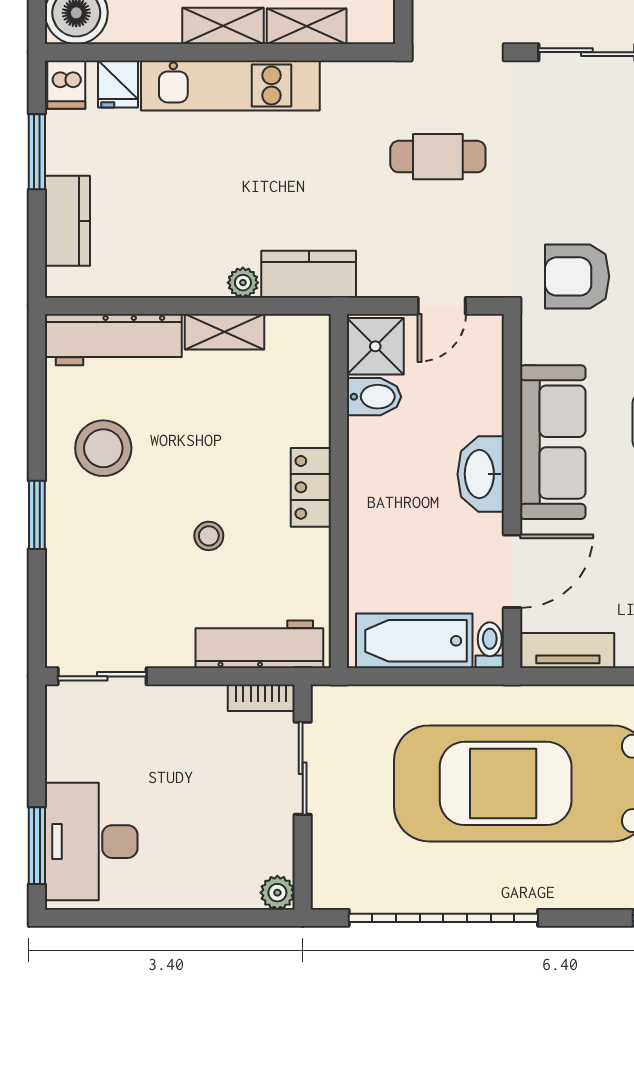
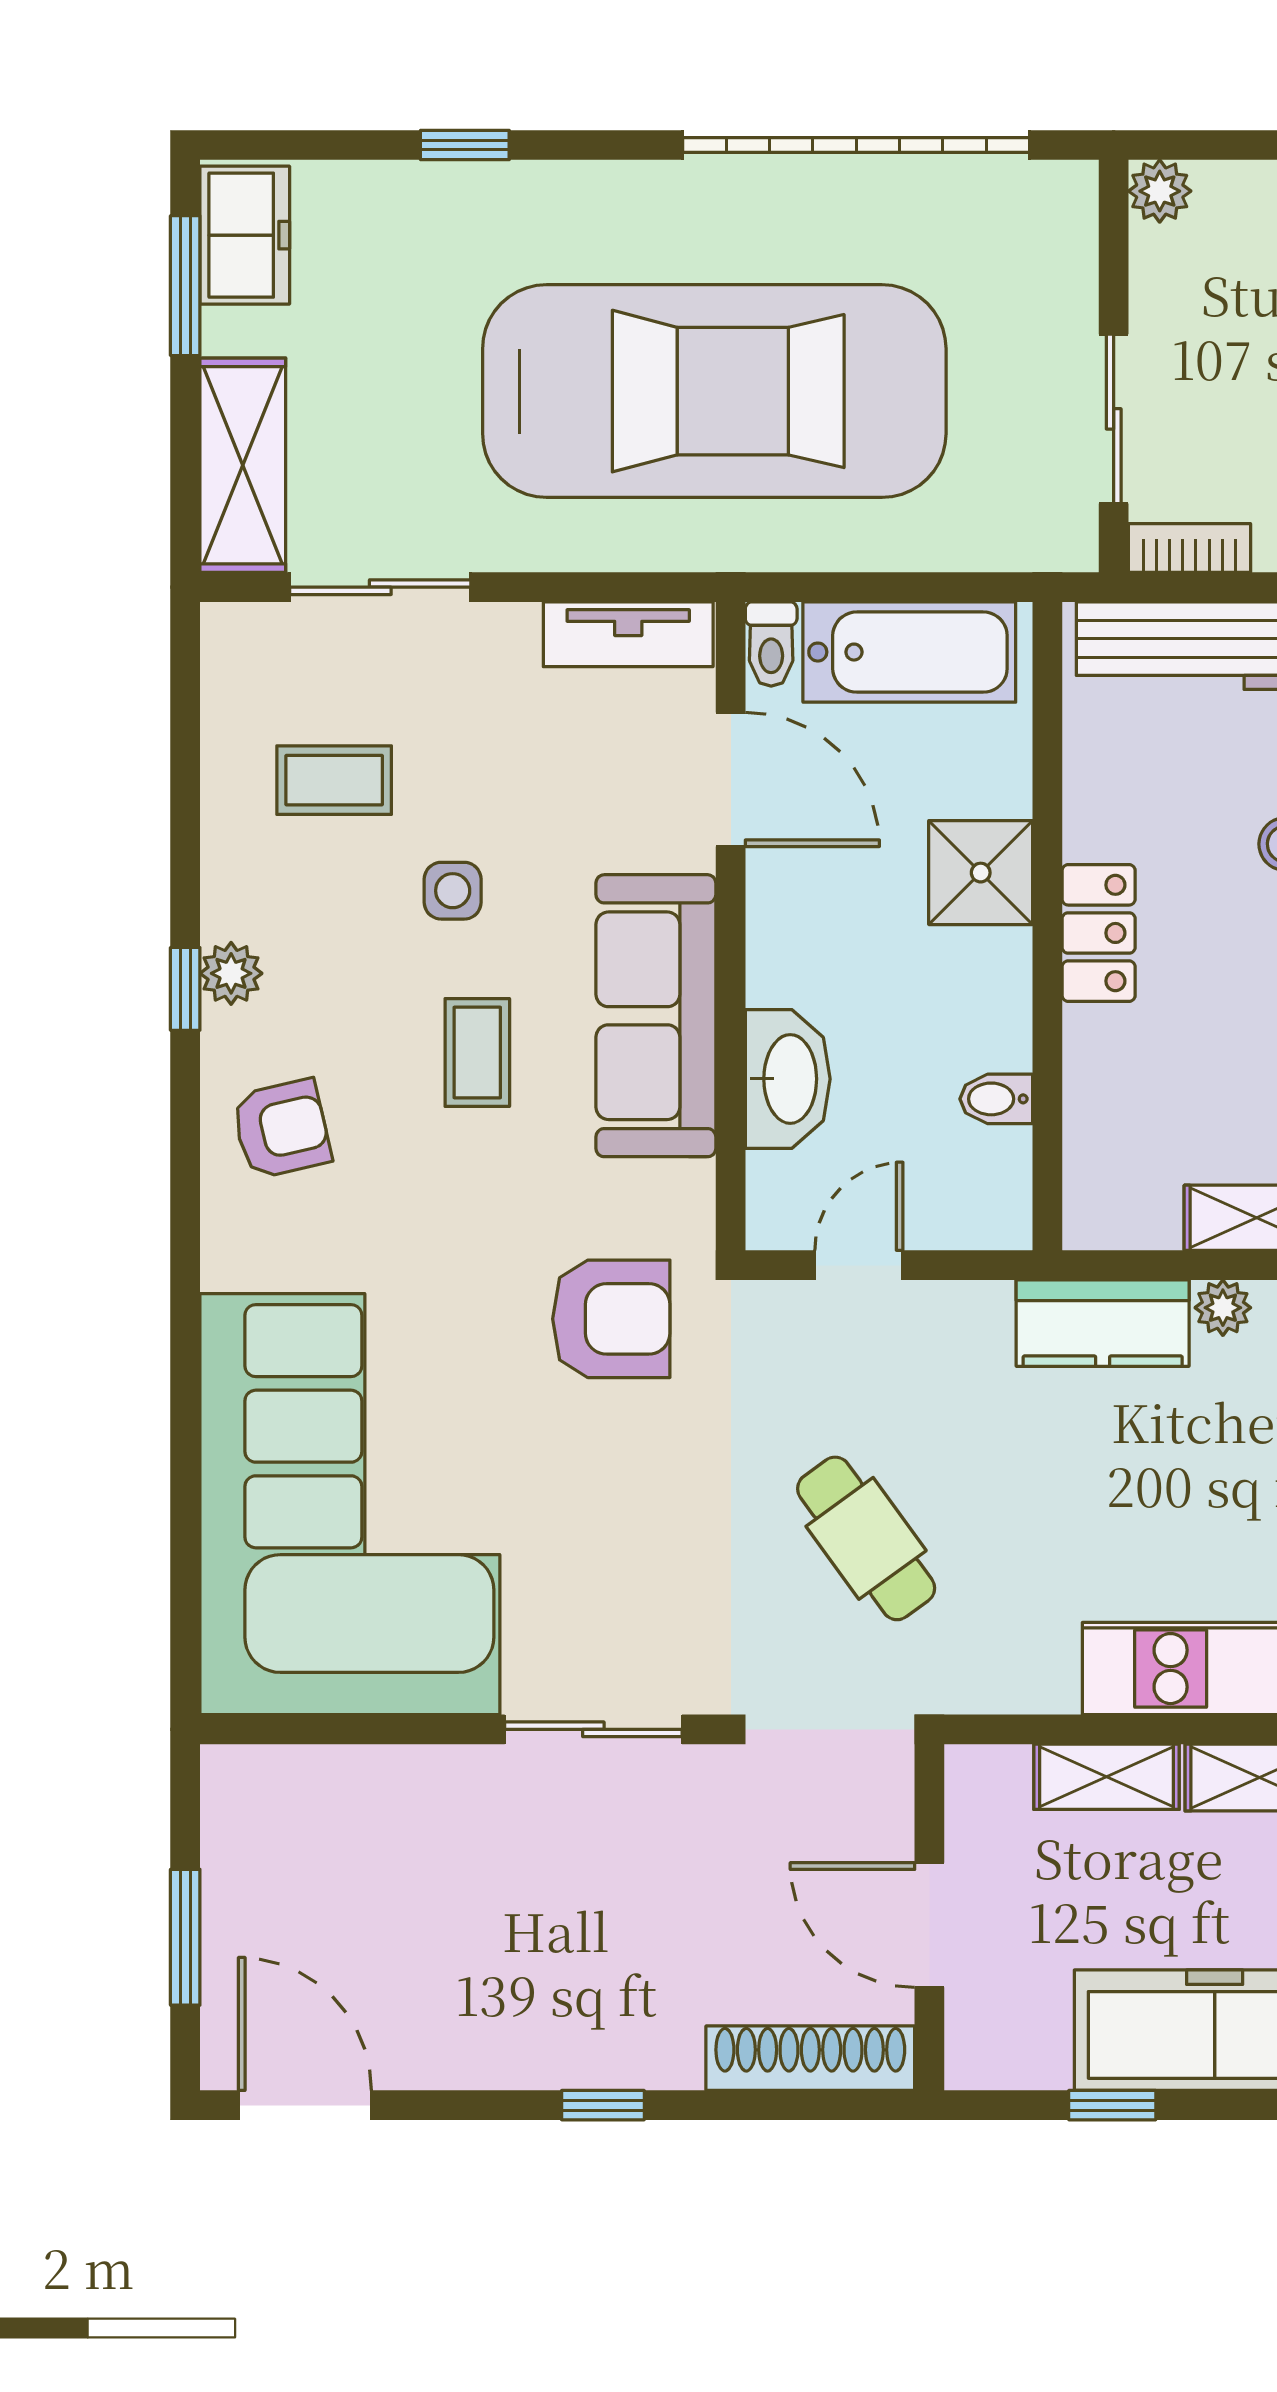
cafe table: (438, 157) -> (866, 1538), turned 54
shower: (375, 346) -> (981, 873), moved
bidet: (374, 397) -> (996, 1099), width x0.72, depth x0.74
washbasin: (481, 474) -> (788, 1079), moved
door: (512, 571) -> (731, 779), swing flipped

